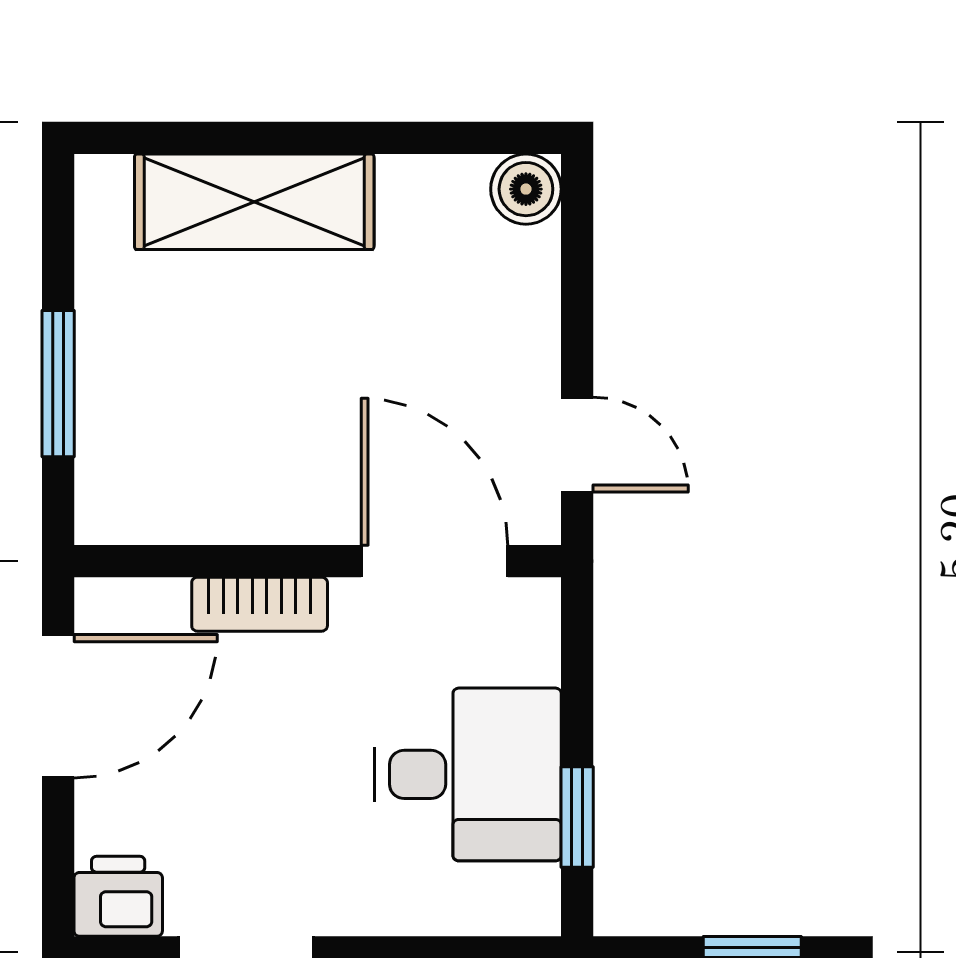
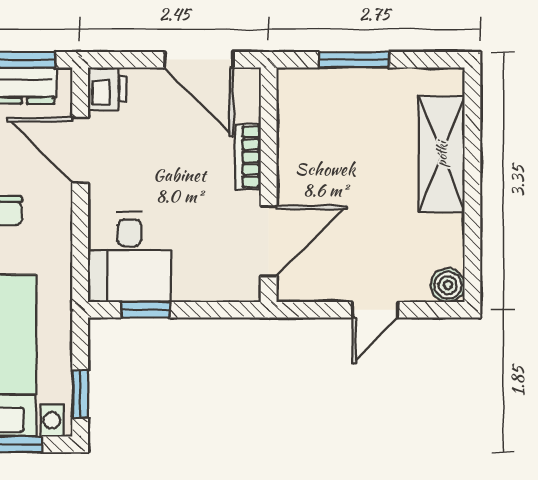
door: (577, 445) -> (375, 310), moved
desk: (468, 774) -> (129, 257), moved

